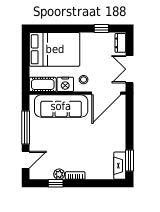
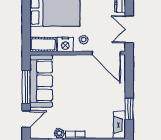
door: (106, 93) -> (106, 53), hinge flipped
sofa: (61, 106) -> (41, 81), moved, turned -90
window: (129, 161) -> (129, 109), moved

